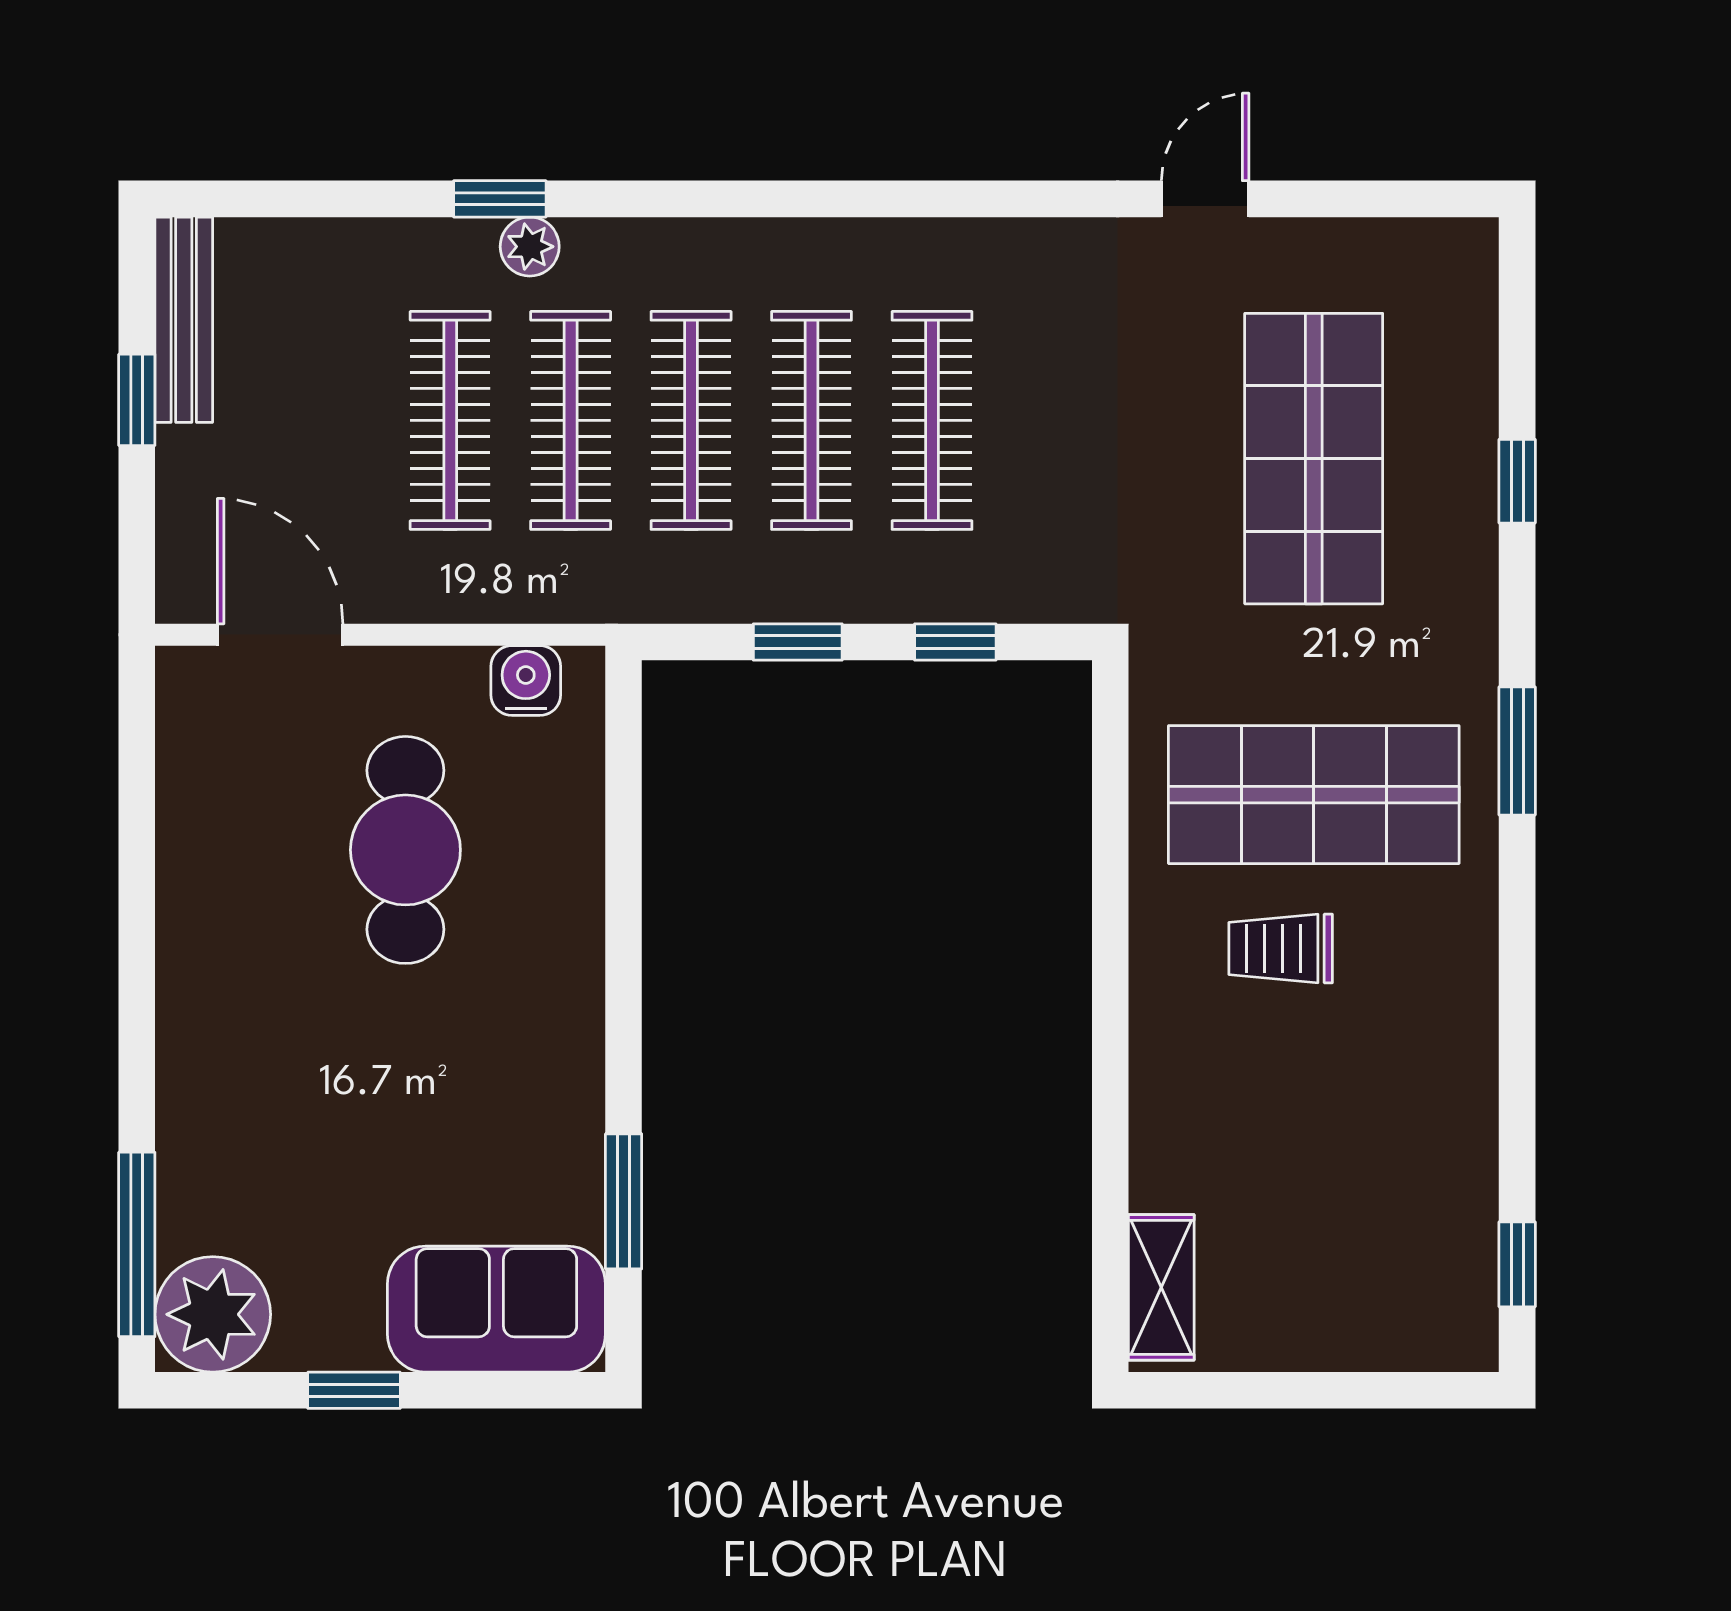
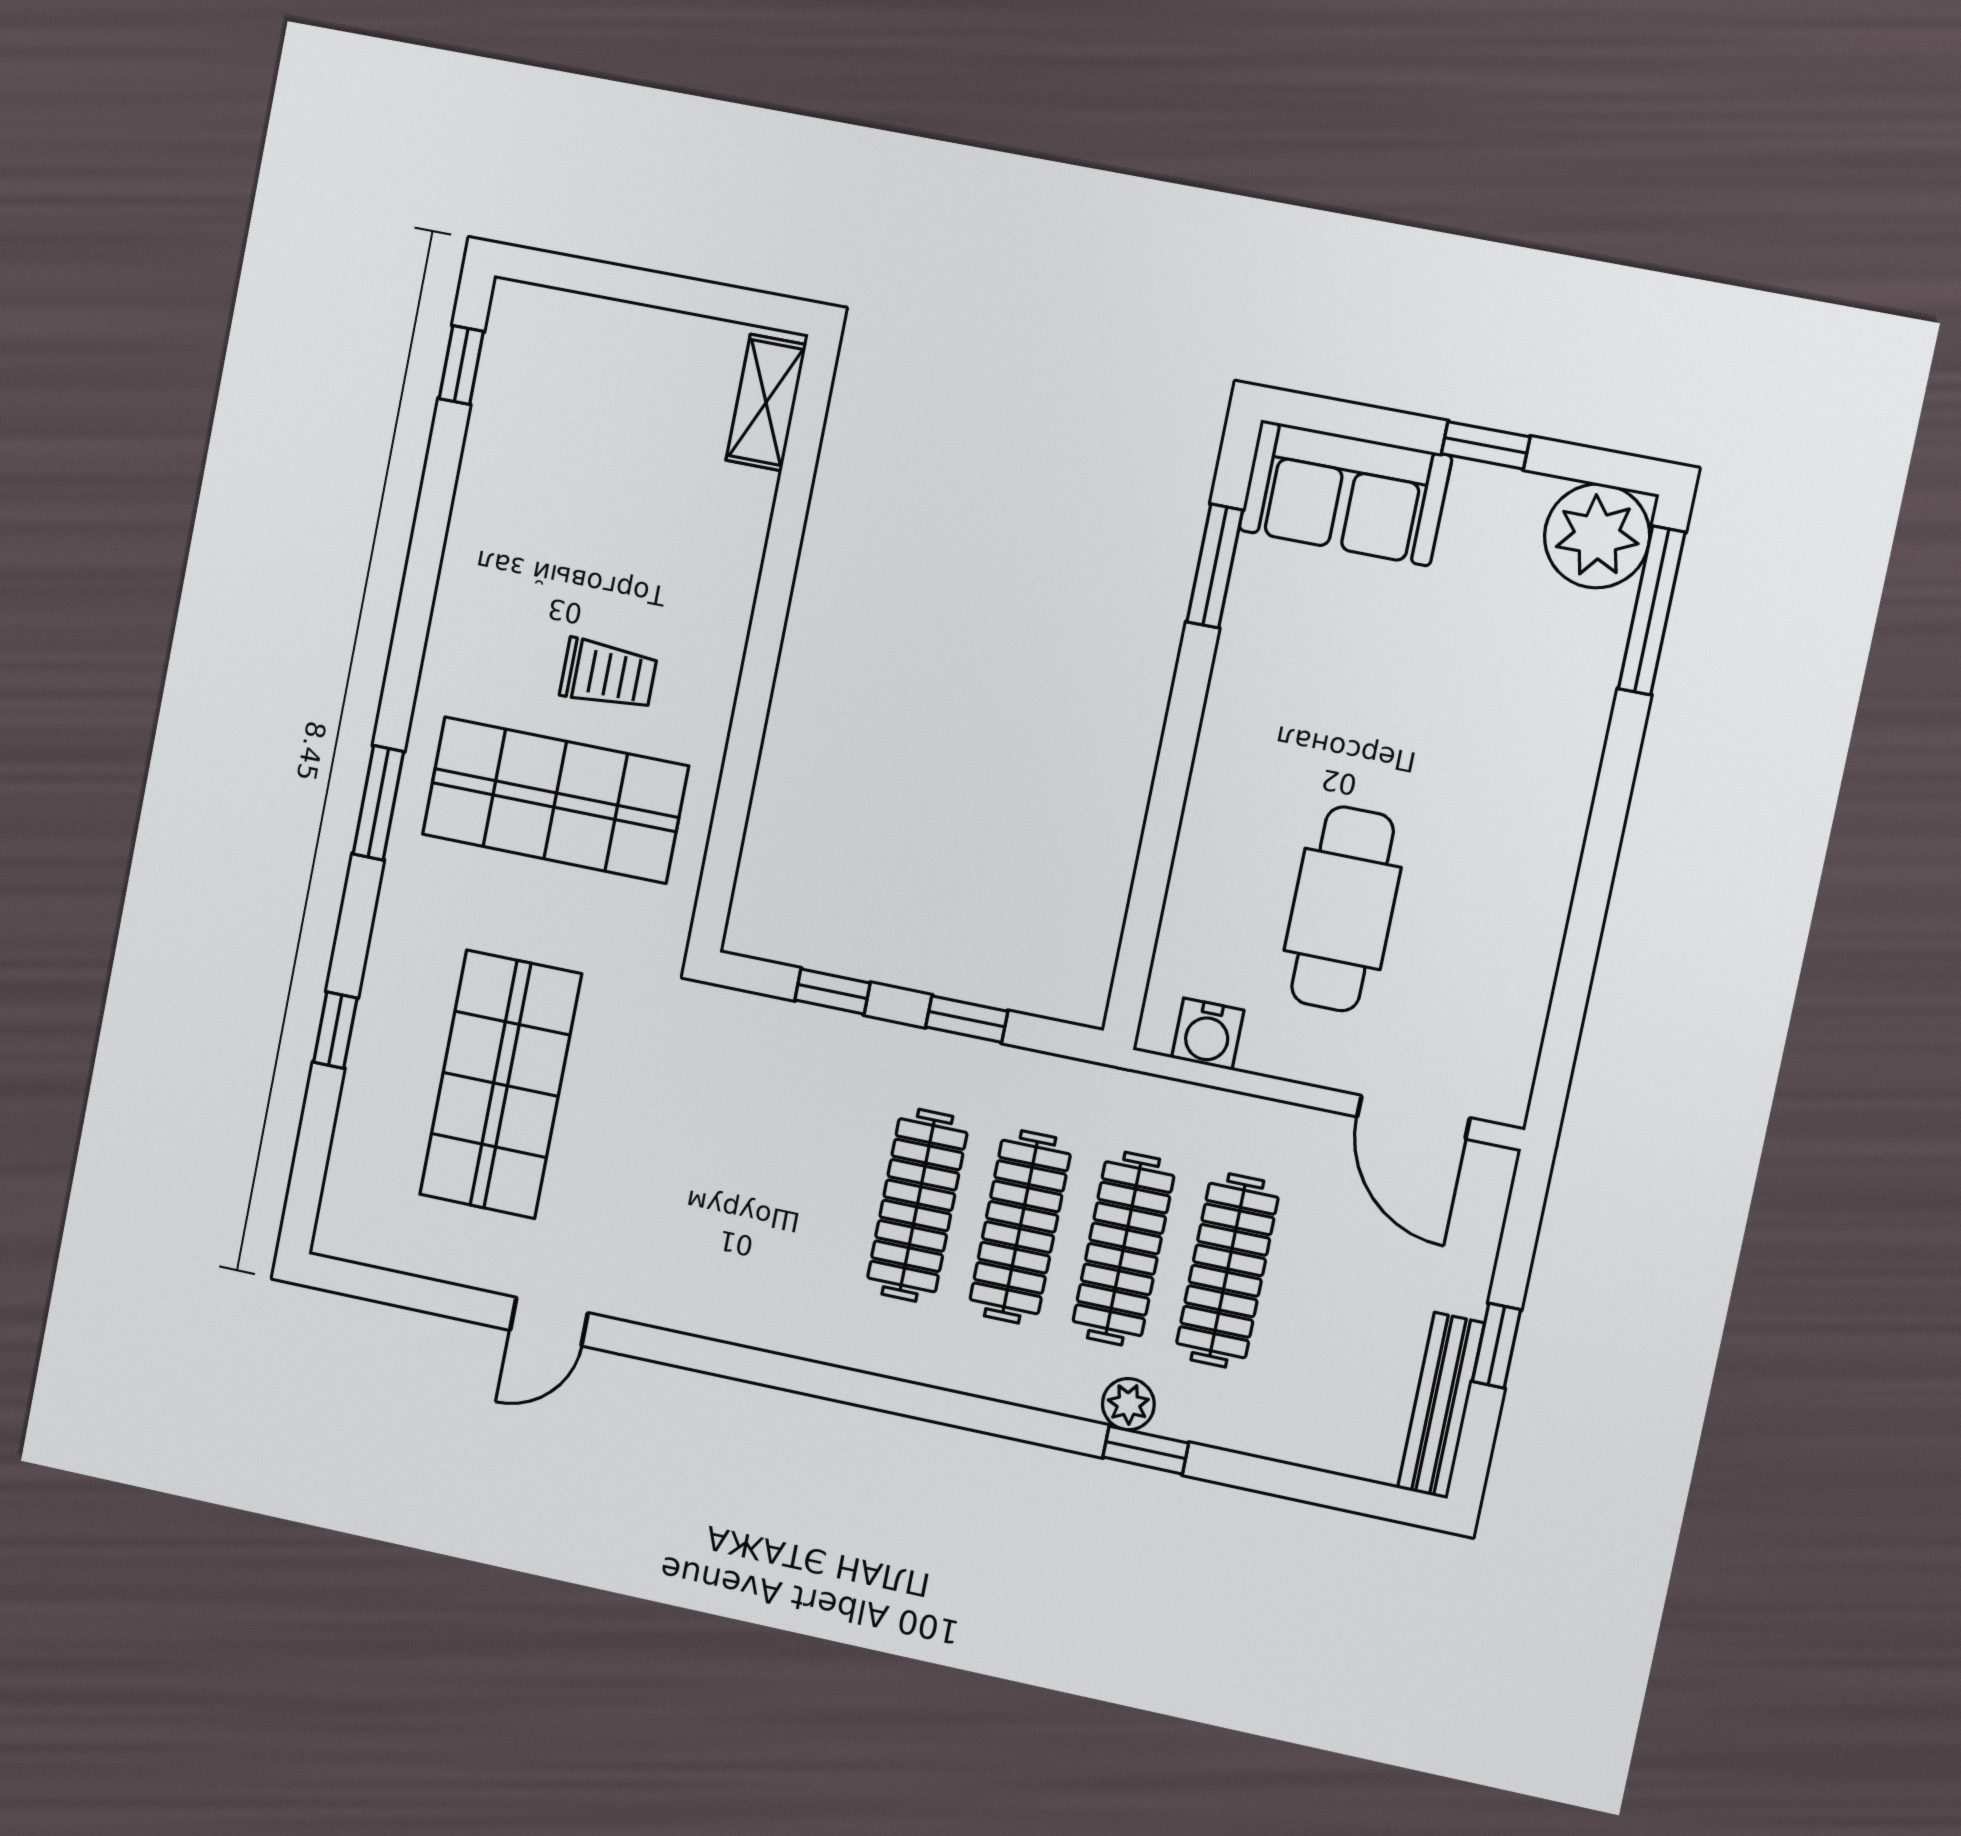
clothes rail: (932, 420) -> (815, 1184), removed

